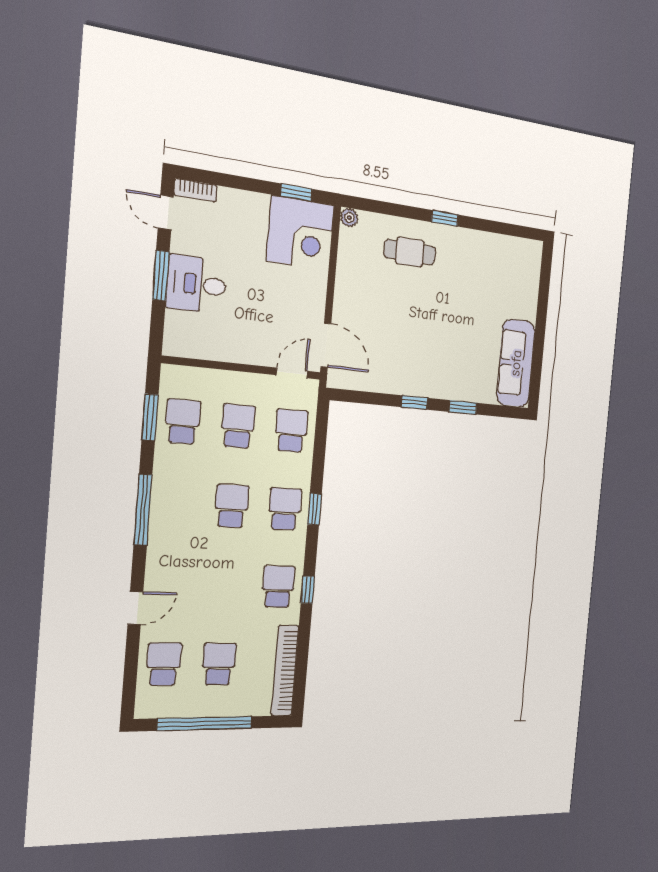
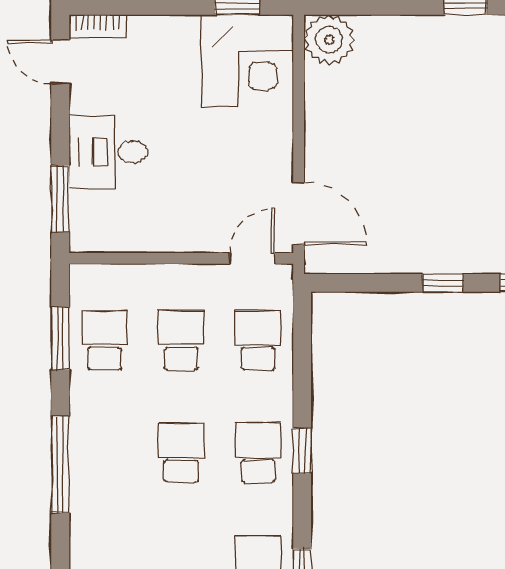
plant: (349, 217) -> (329, 40), width x1.87, depth x1.87
cafe table: (410, 252) -> (415, 63), removed
window: (161, 276) -> (60, 199), moved

